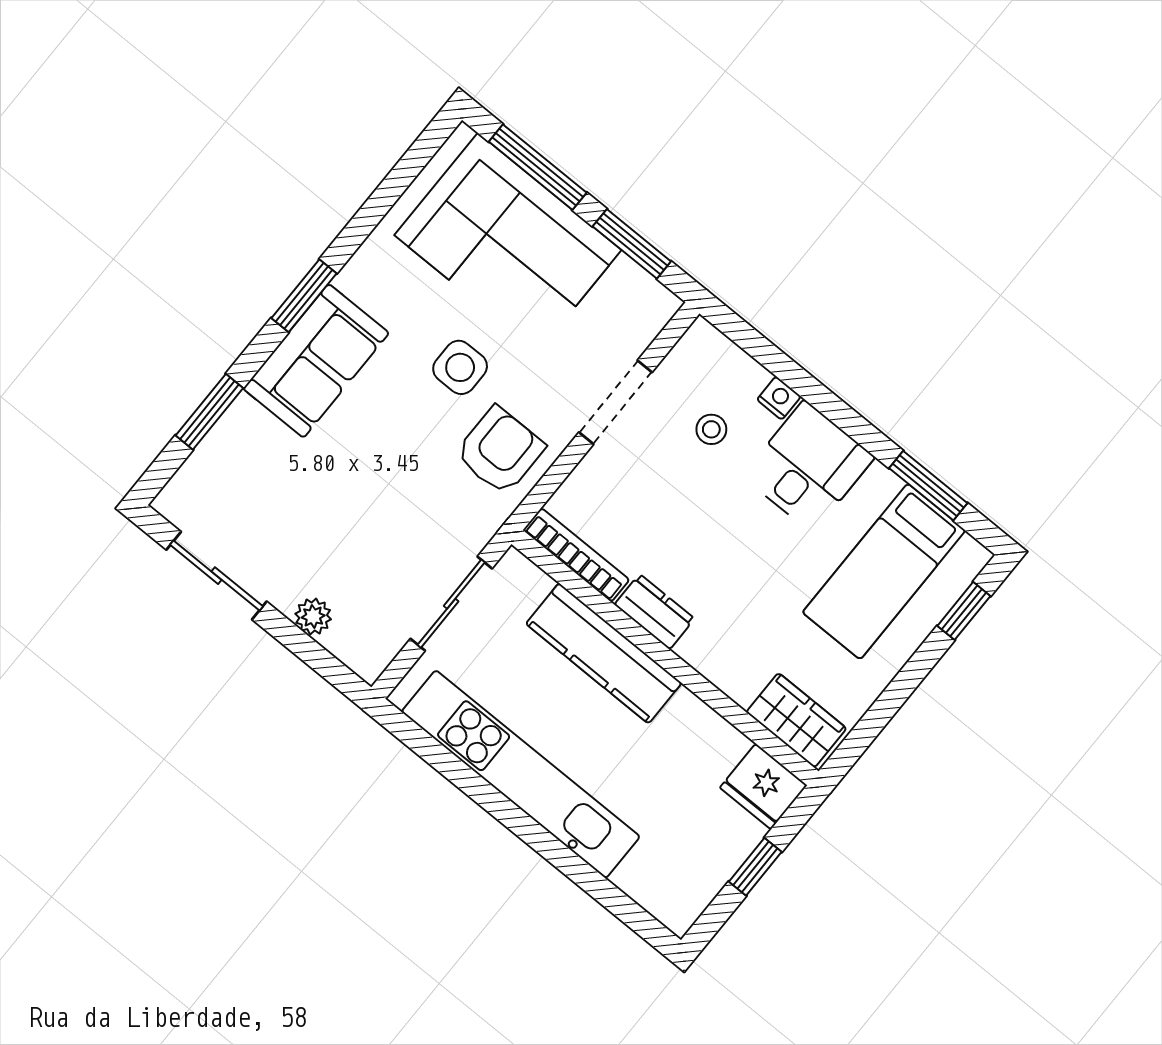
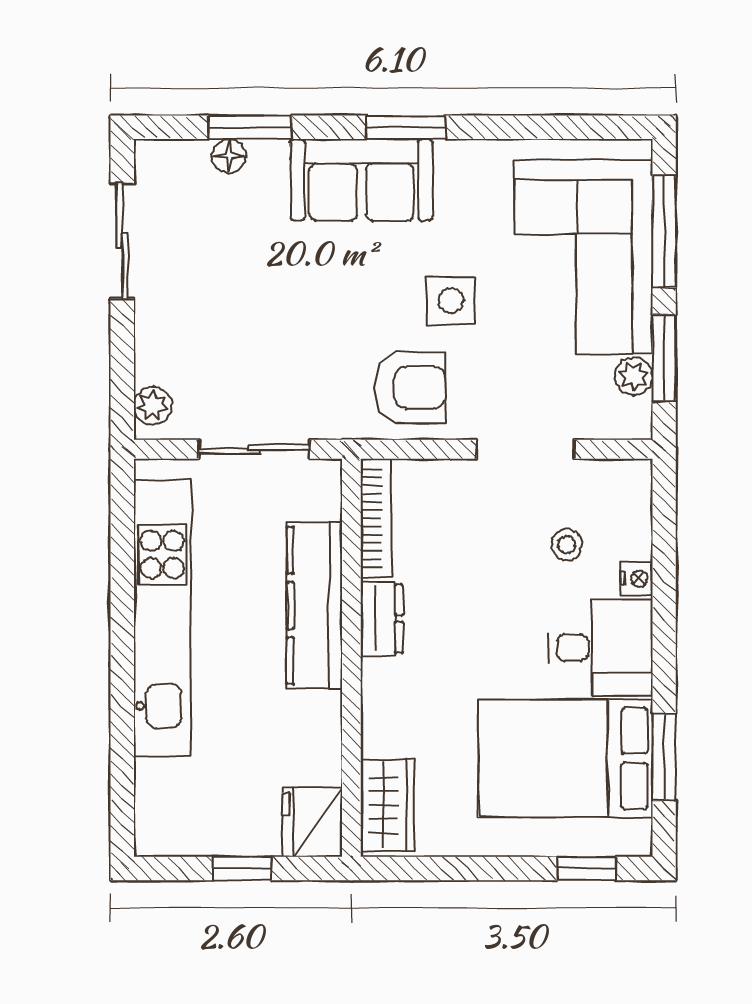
plant: (627, 277) -> (634, 376), added
floor lamp: (218, 445) -> (229, 156), added
bed: (884, 571) -> (566, 758), width x1.50
plant: (313, 616) -> (153, 406), moved

